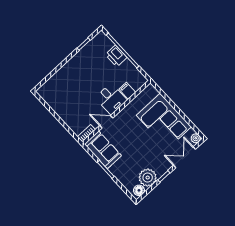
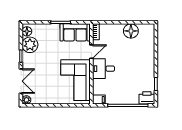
printer: (116, 56) -> (147, 98), moved
filing cabinet: (127, 91) -> (99, 100), moved
floor lamp: (59, 105) -> (131, 31), added
corner sofa: (164, 121) -> (76, 80), moved, turned -90

